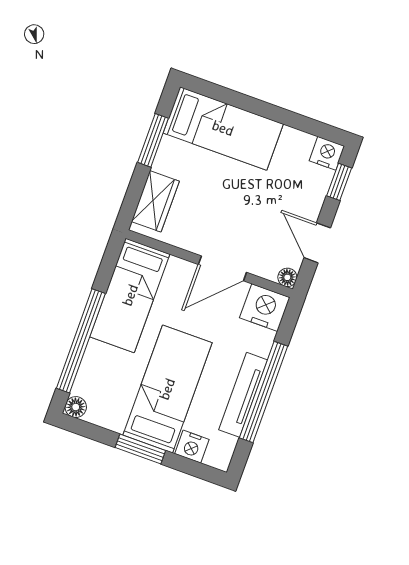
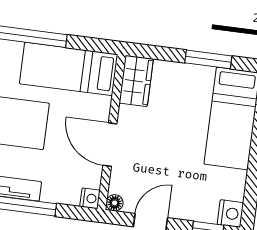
wardrobe: (155, 201) -> (136, 81), moved, turned -90
nightstand: (265, 308) -> (90, 198), width x0.53, depth x0.56

